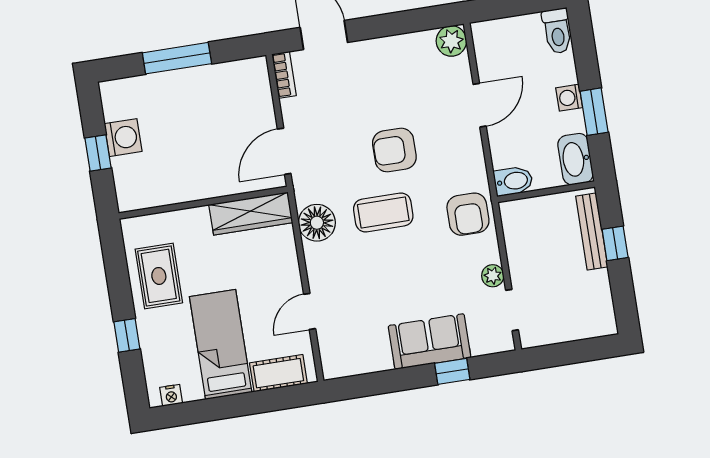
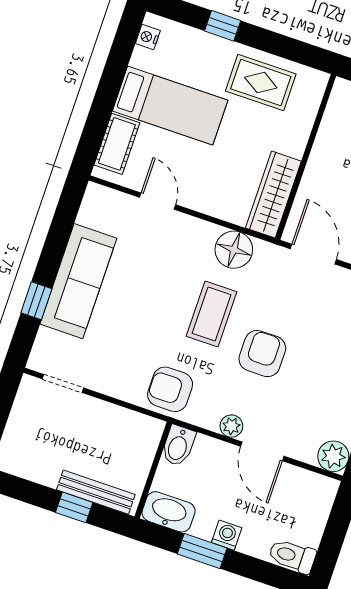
plant: (493, 276) -> (231, 426), moved
sofa: (430, 342) -> (78, 281), width x1.36

